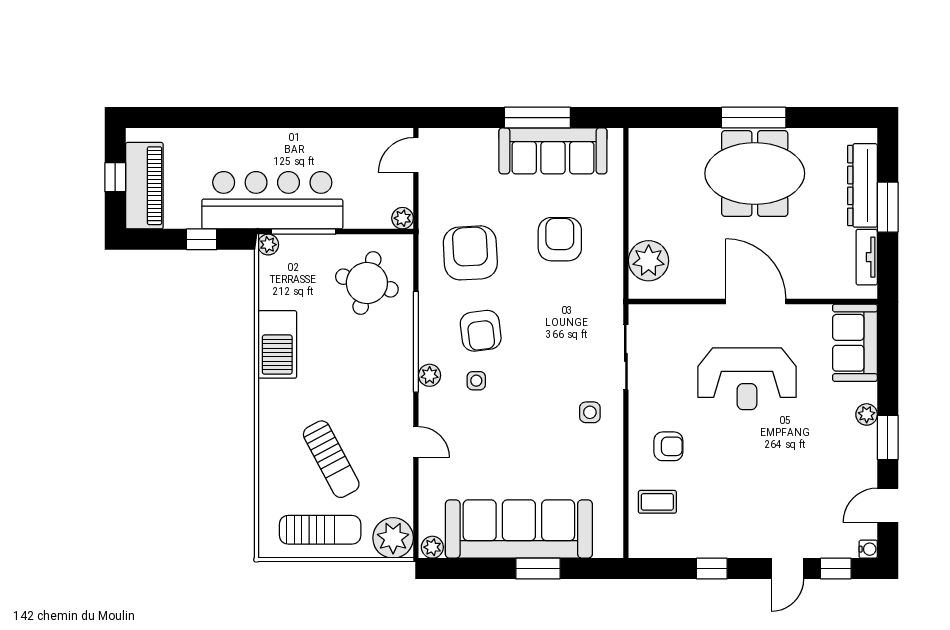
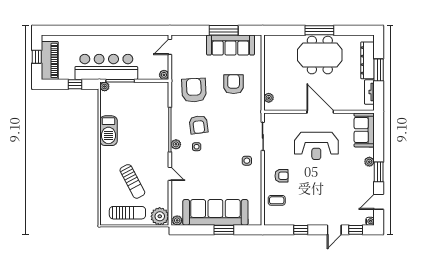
plant: (649, 261) -> (269, 98), width x0.53, depth x0.53
round table: (367, 283) -> (148, 104), removed

